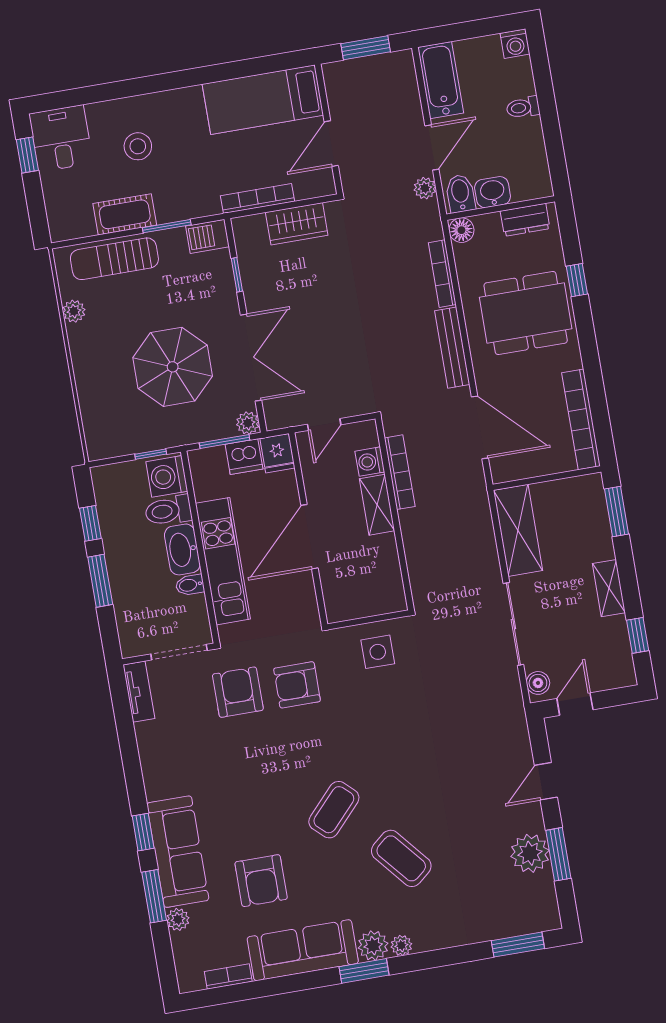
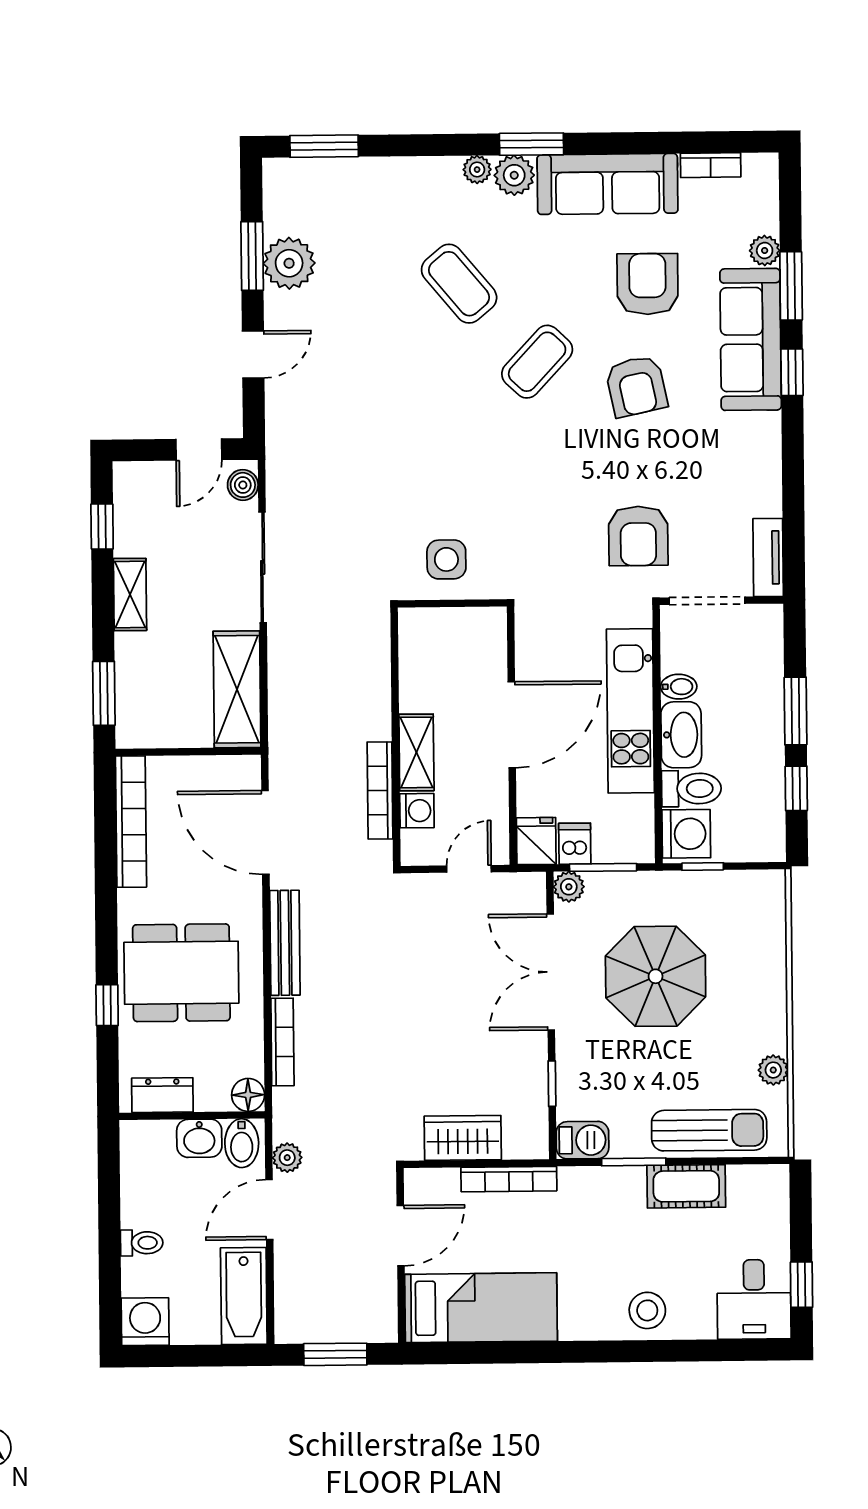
washing machine: (515, 44) -> (145, 1322), width x1.38, depth x1.38
stool: (138, 146) -> (647, 1310), moved
dishwasher: (244, 457) -> (575, 844), width x0.73
armchair: (297, 685) -> (636, 386), moved, turned 78

